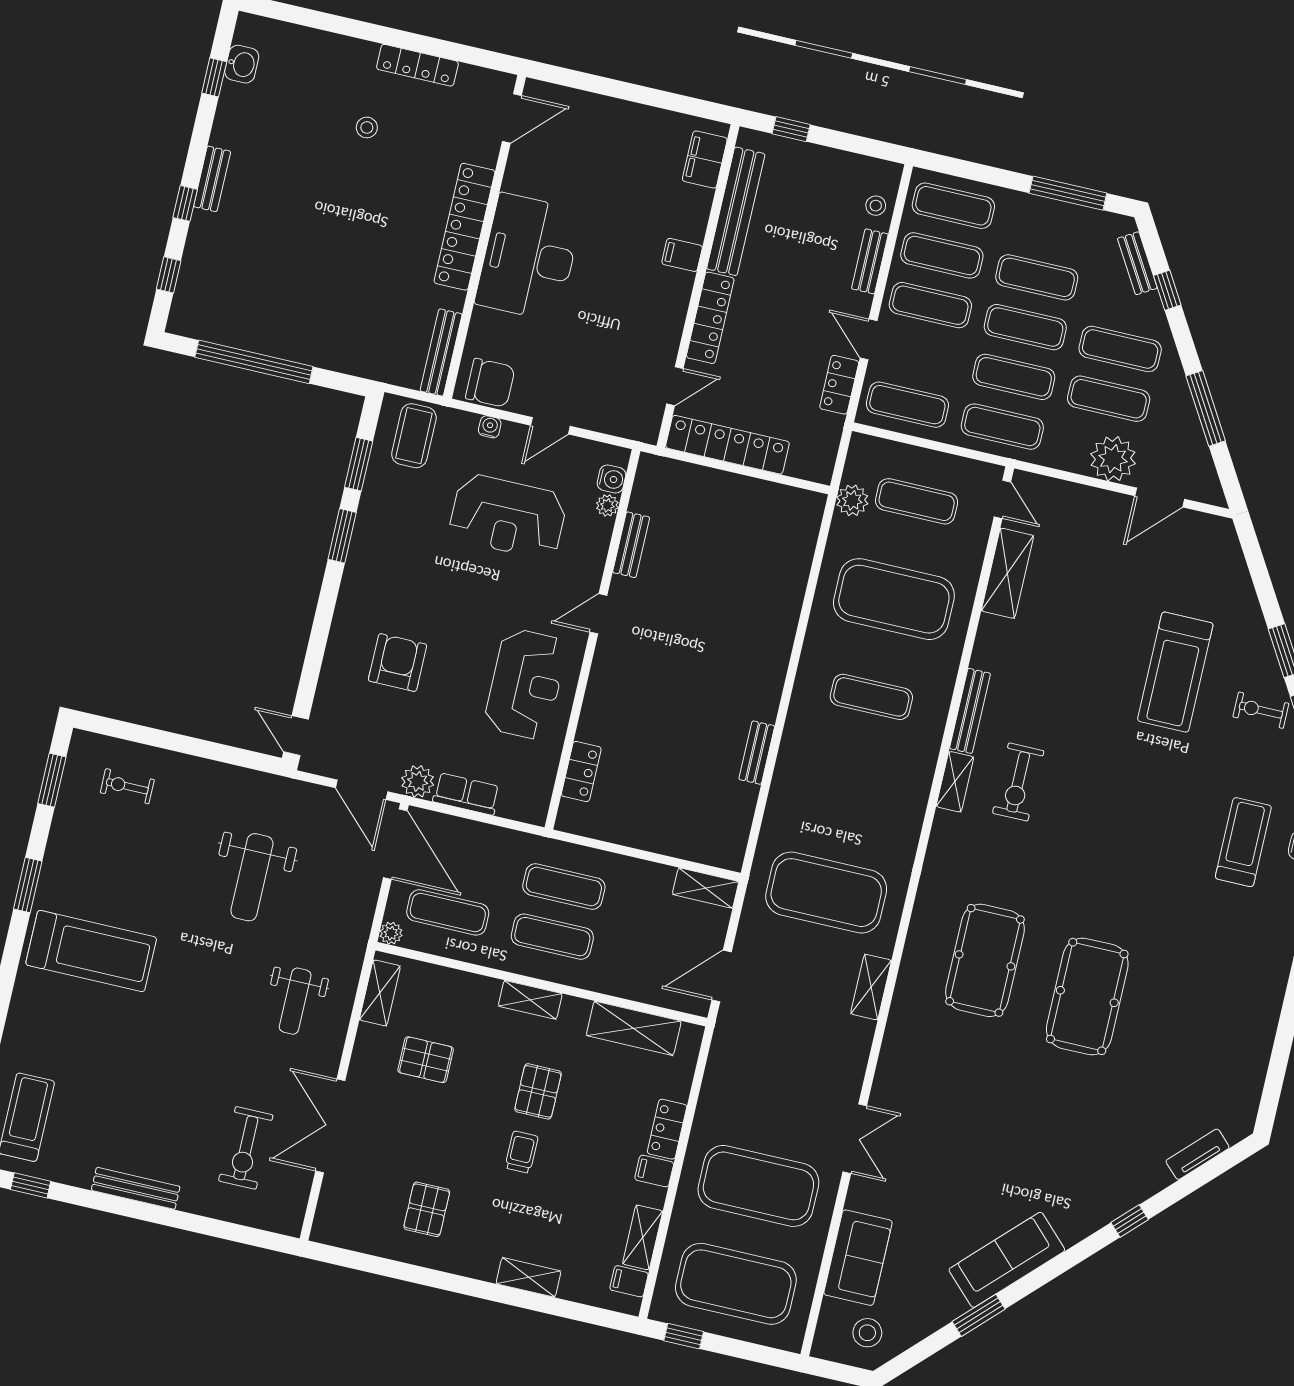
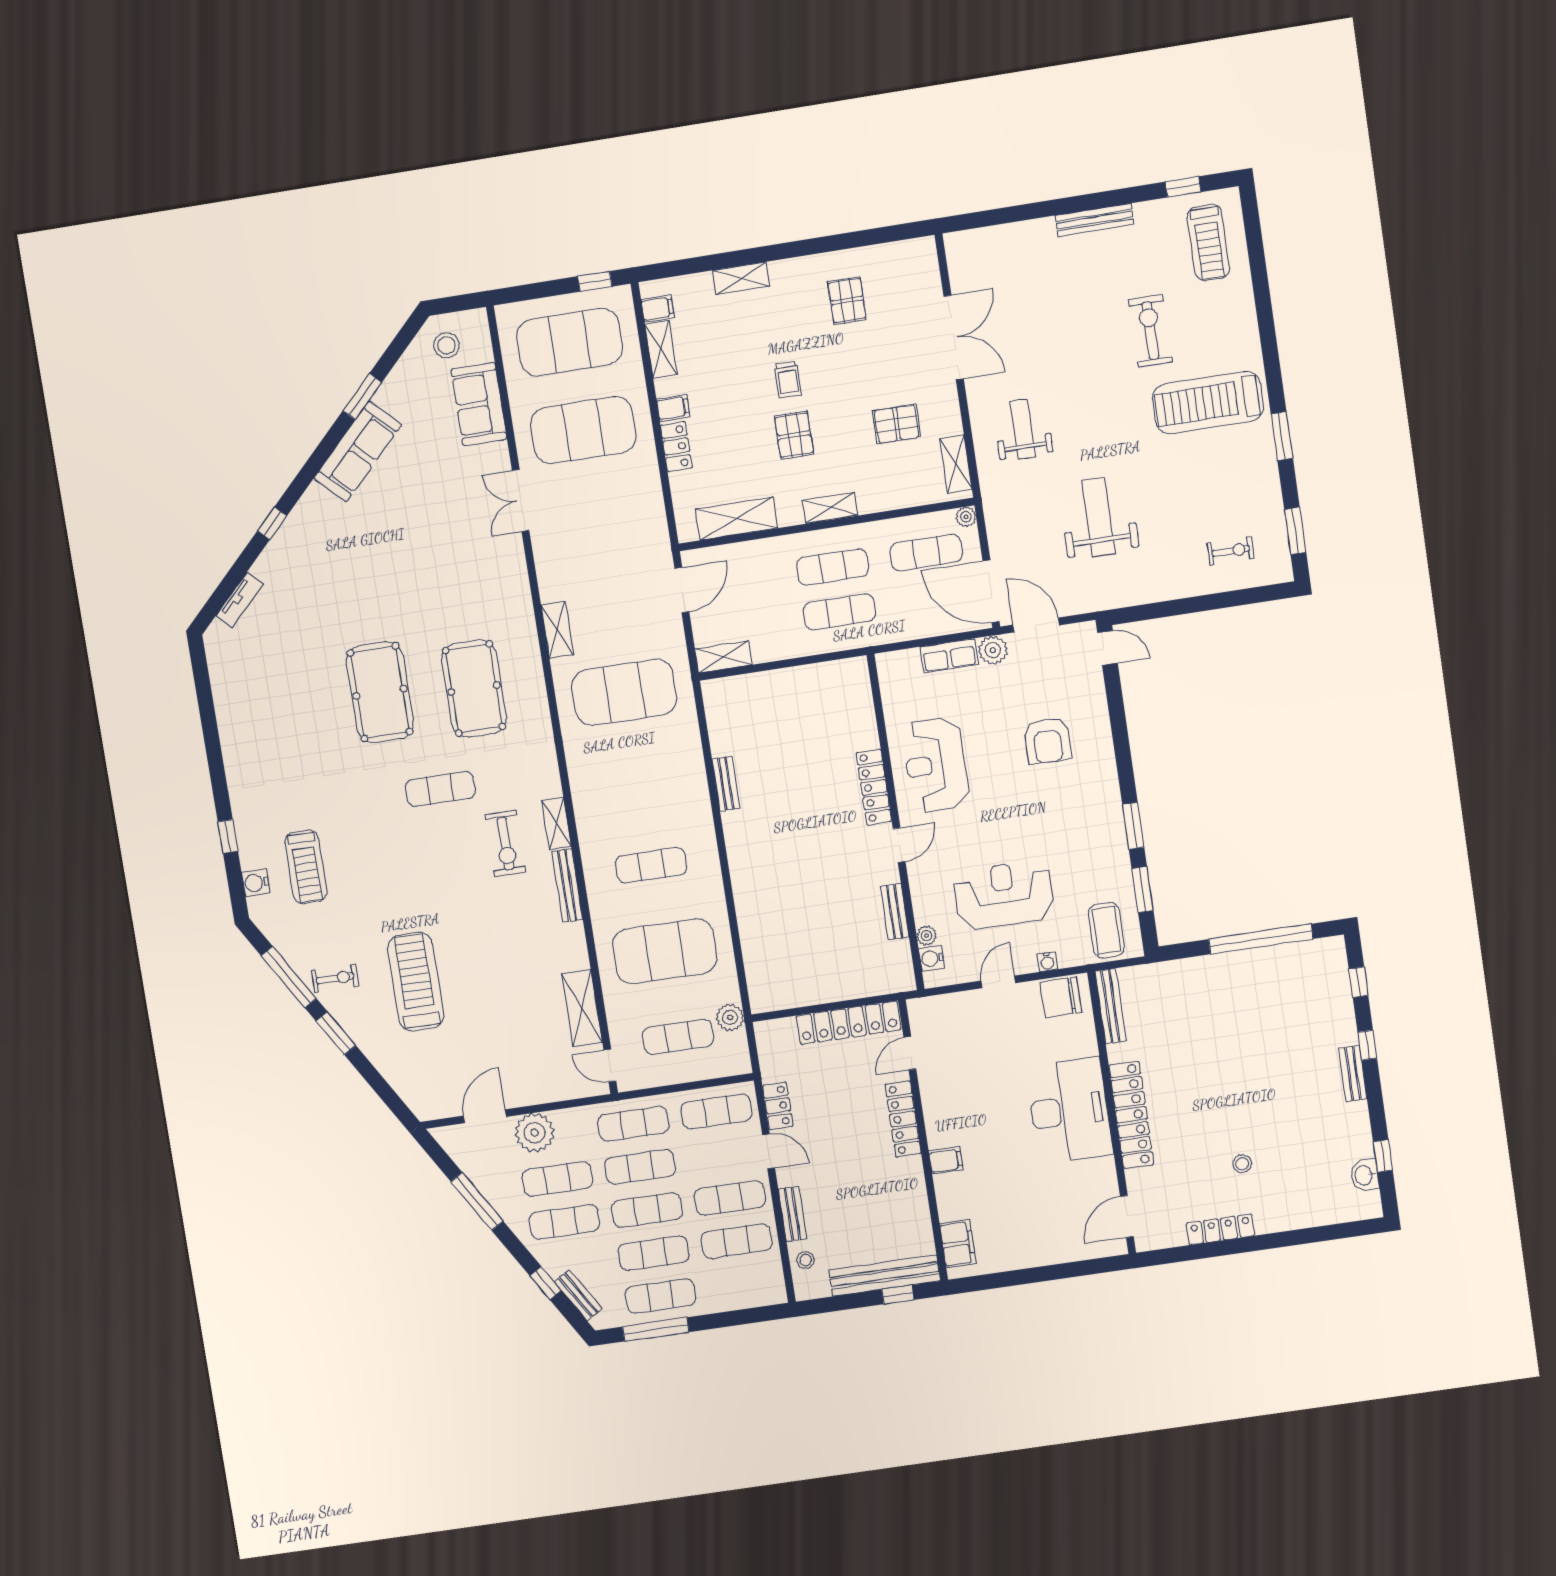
exercise mat: (953, 206) -> (660, 1296), moved
bench: (736, 211) -> (885, 1275), moved, turned 90
locker: (581, 771) -> (874, 787), moved, width x1.53
exercise bike: (1018, 782) -> (505, 844), turned 180
exercise mat: (1064, 868) -> (440, 789), added
exercise bike: (246, 1148) -> (1150, 331), moved

